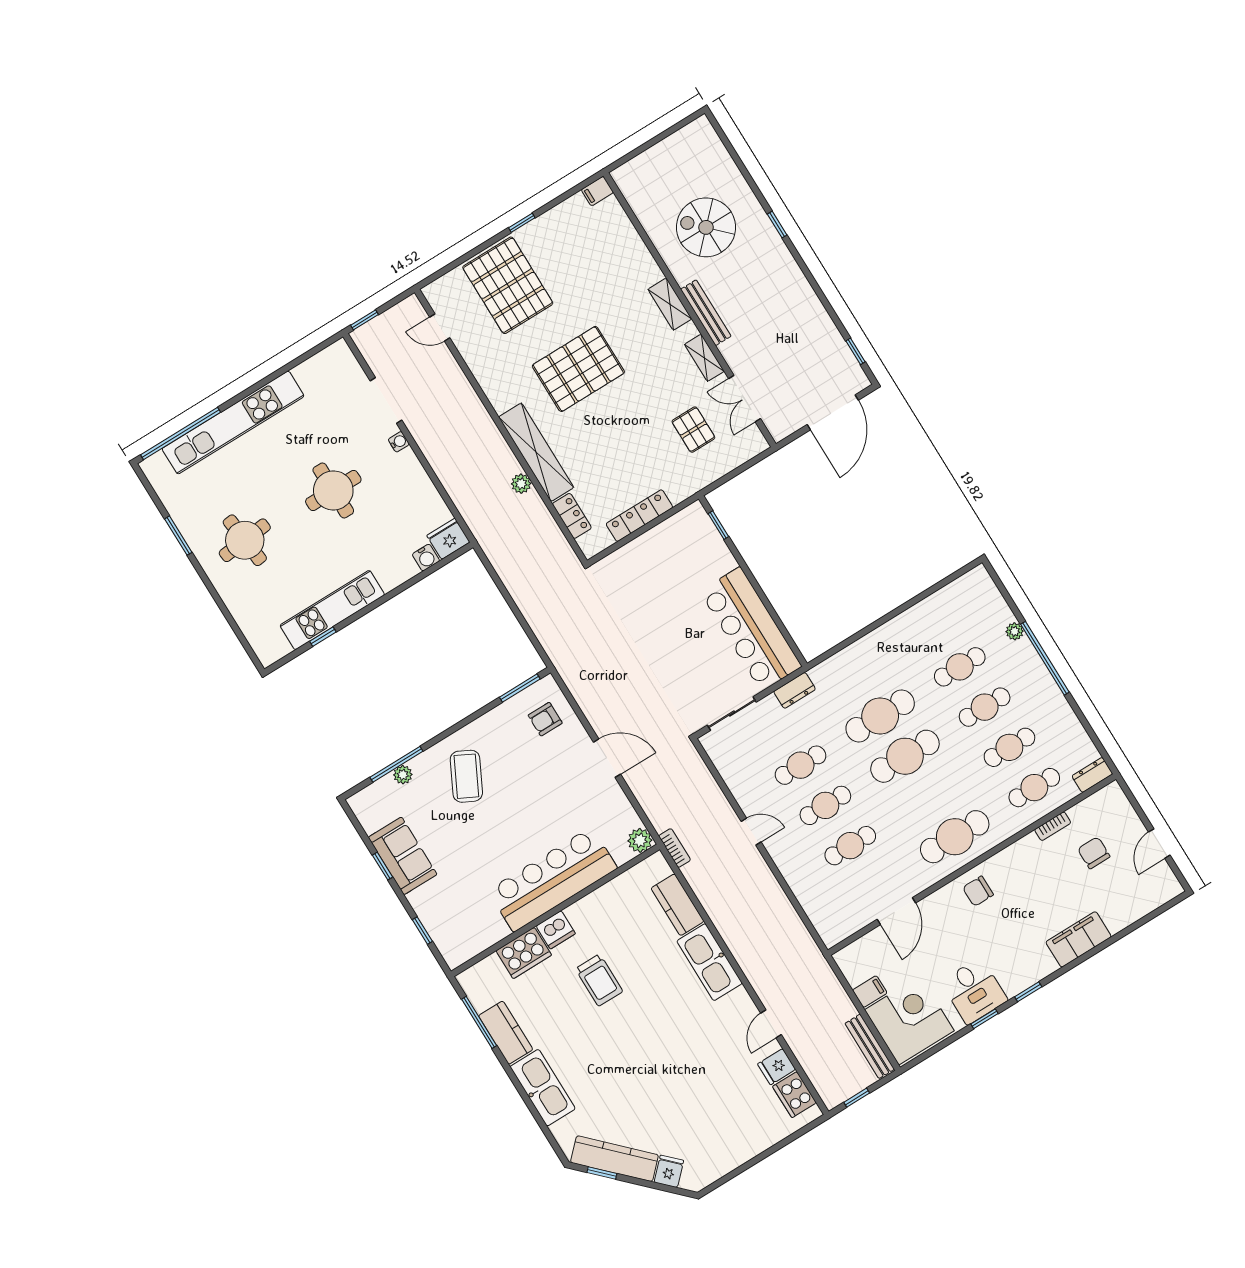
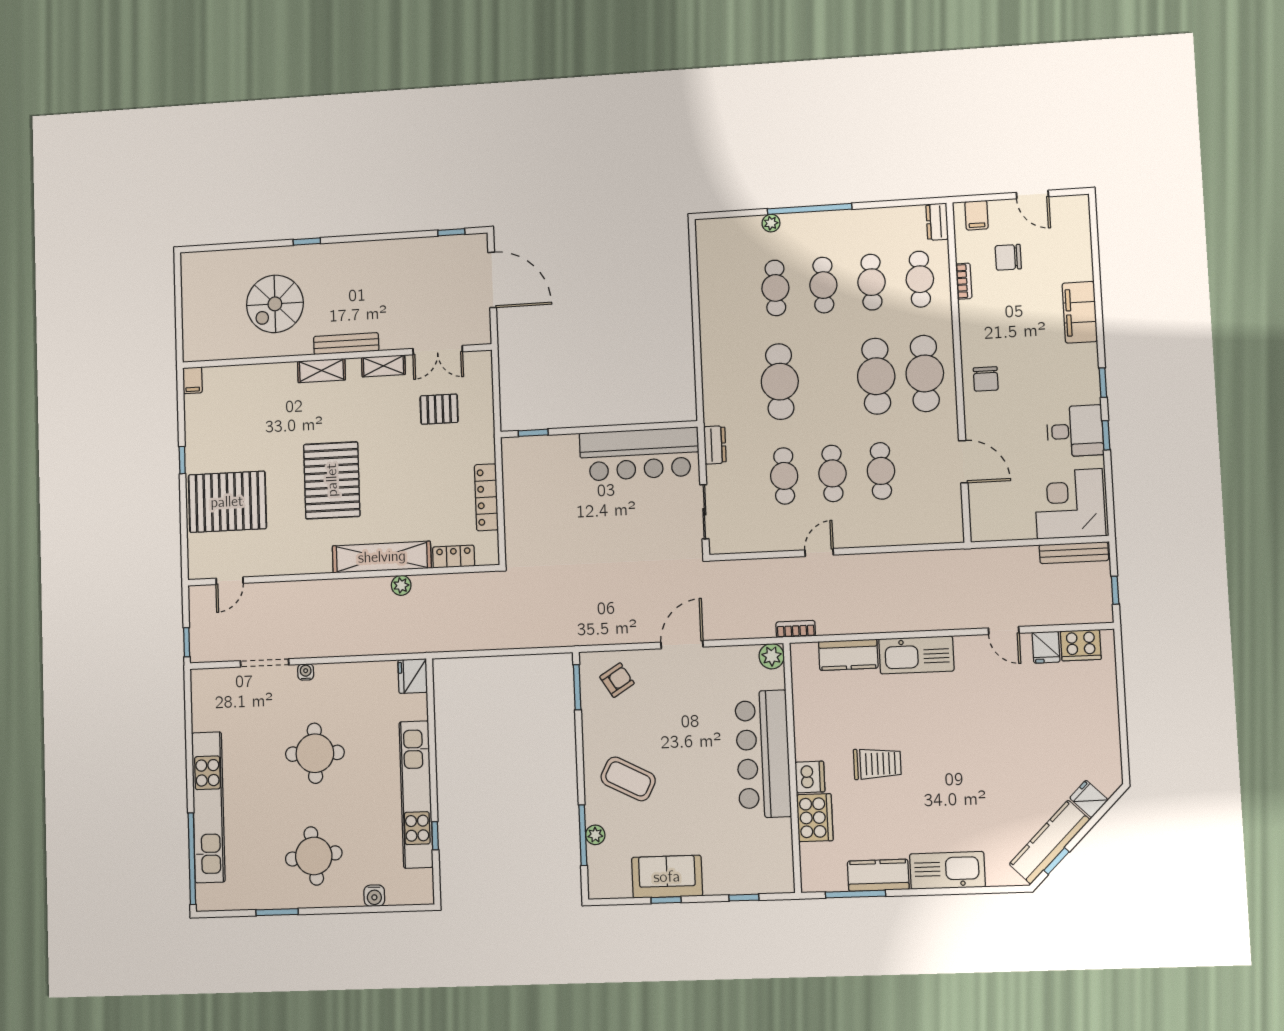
water cooler: (426, 558) -> (374, 896), moved, turned 90
kitchen unit: (332, 610) -> (416, 794), width x1.36
armchair: (545, 719) -> (617, 680), turned -122
cafe table: (905, 756) -> (876, 376), moved
filing cabinet: (870, 992) -> (977, 215), moved, turned 180

